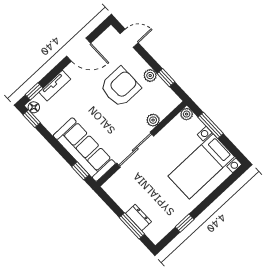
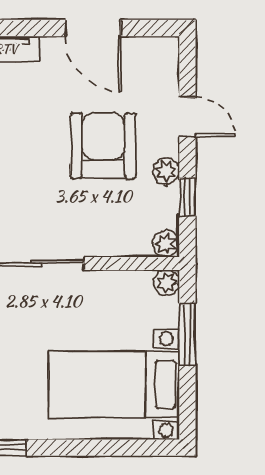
door: (129, 38) -> (187, 117), moved
armchair: (120, 87) -> (103, 146), turned -90
plant: (153, 120) -> (166, 244), moved

